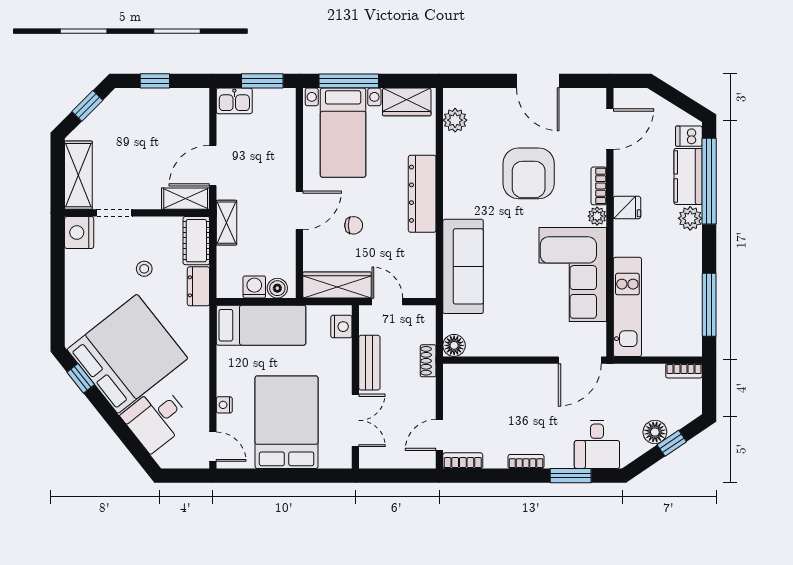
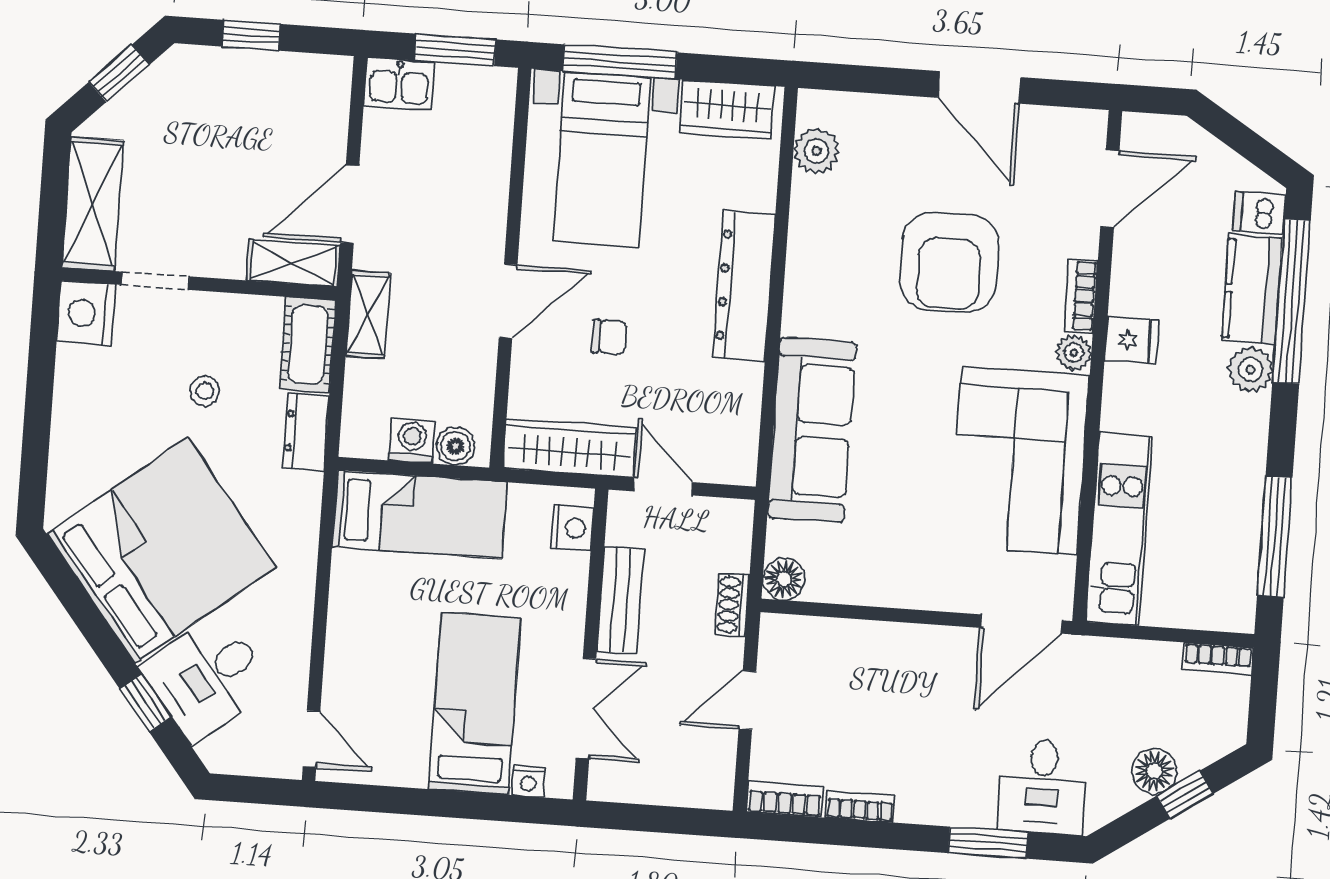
window: (81, 378) -> (146, 703), moved
nightstand: (224, 405) -> (528, 781), moved, turned -90
bed: (287, 422) -> (475, 704), width x0.67
door: (439, 435) -> (747, 700), moved
bookcase: (526, 461) -> (860, 806), moved

